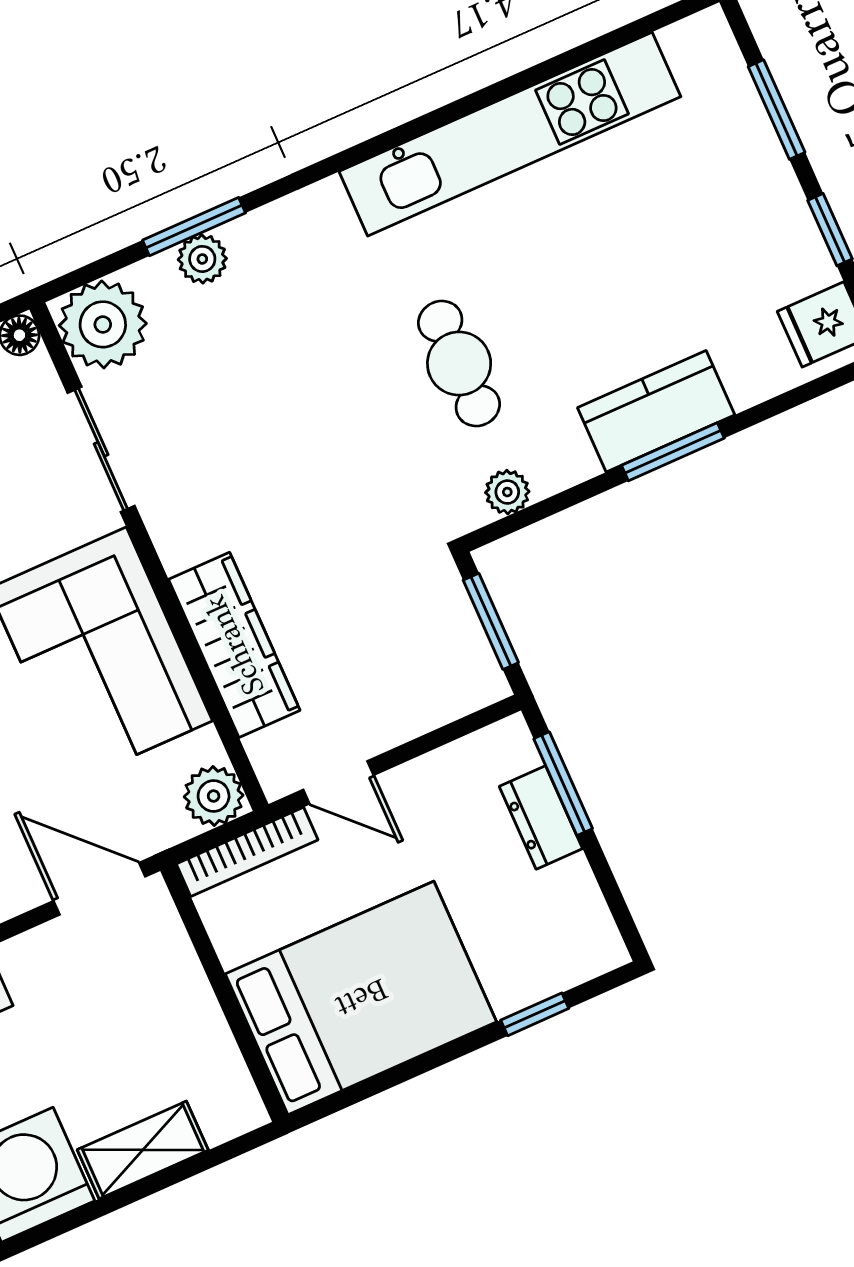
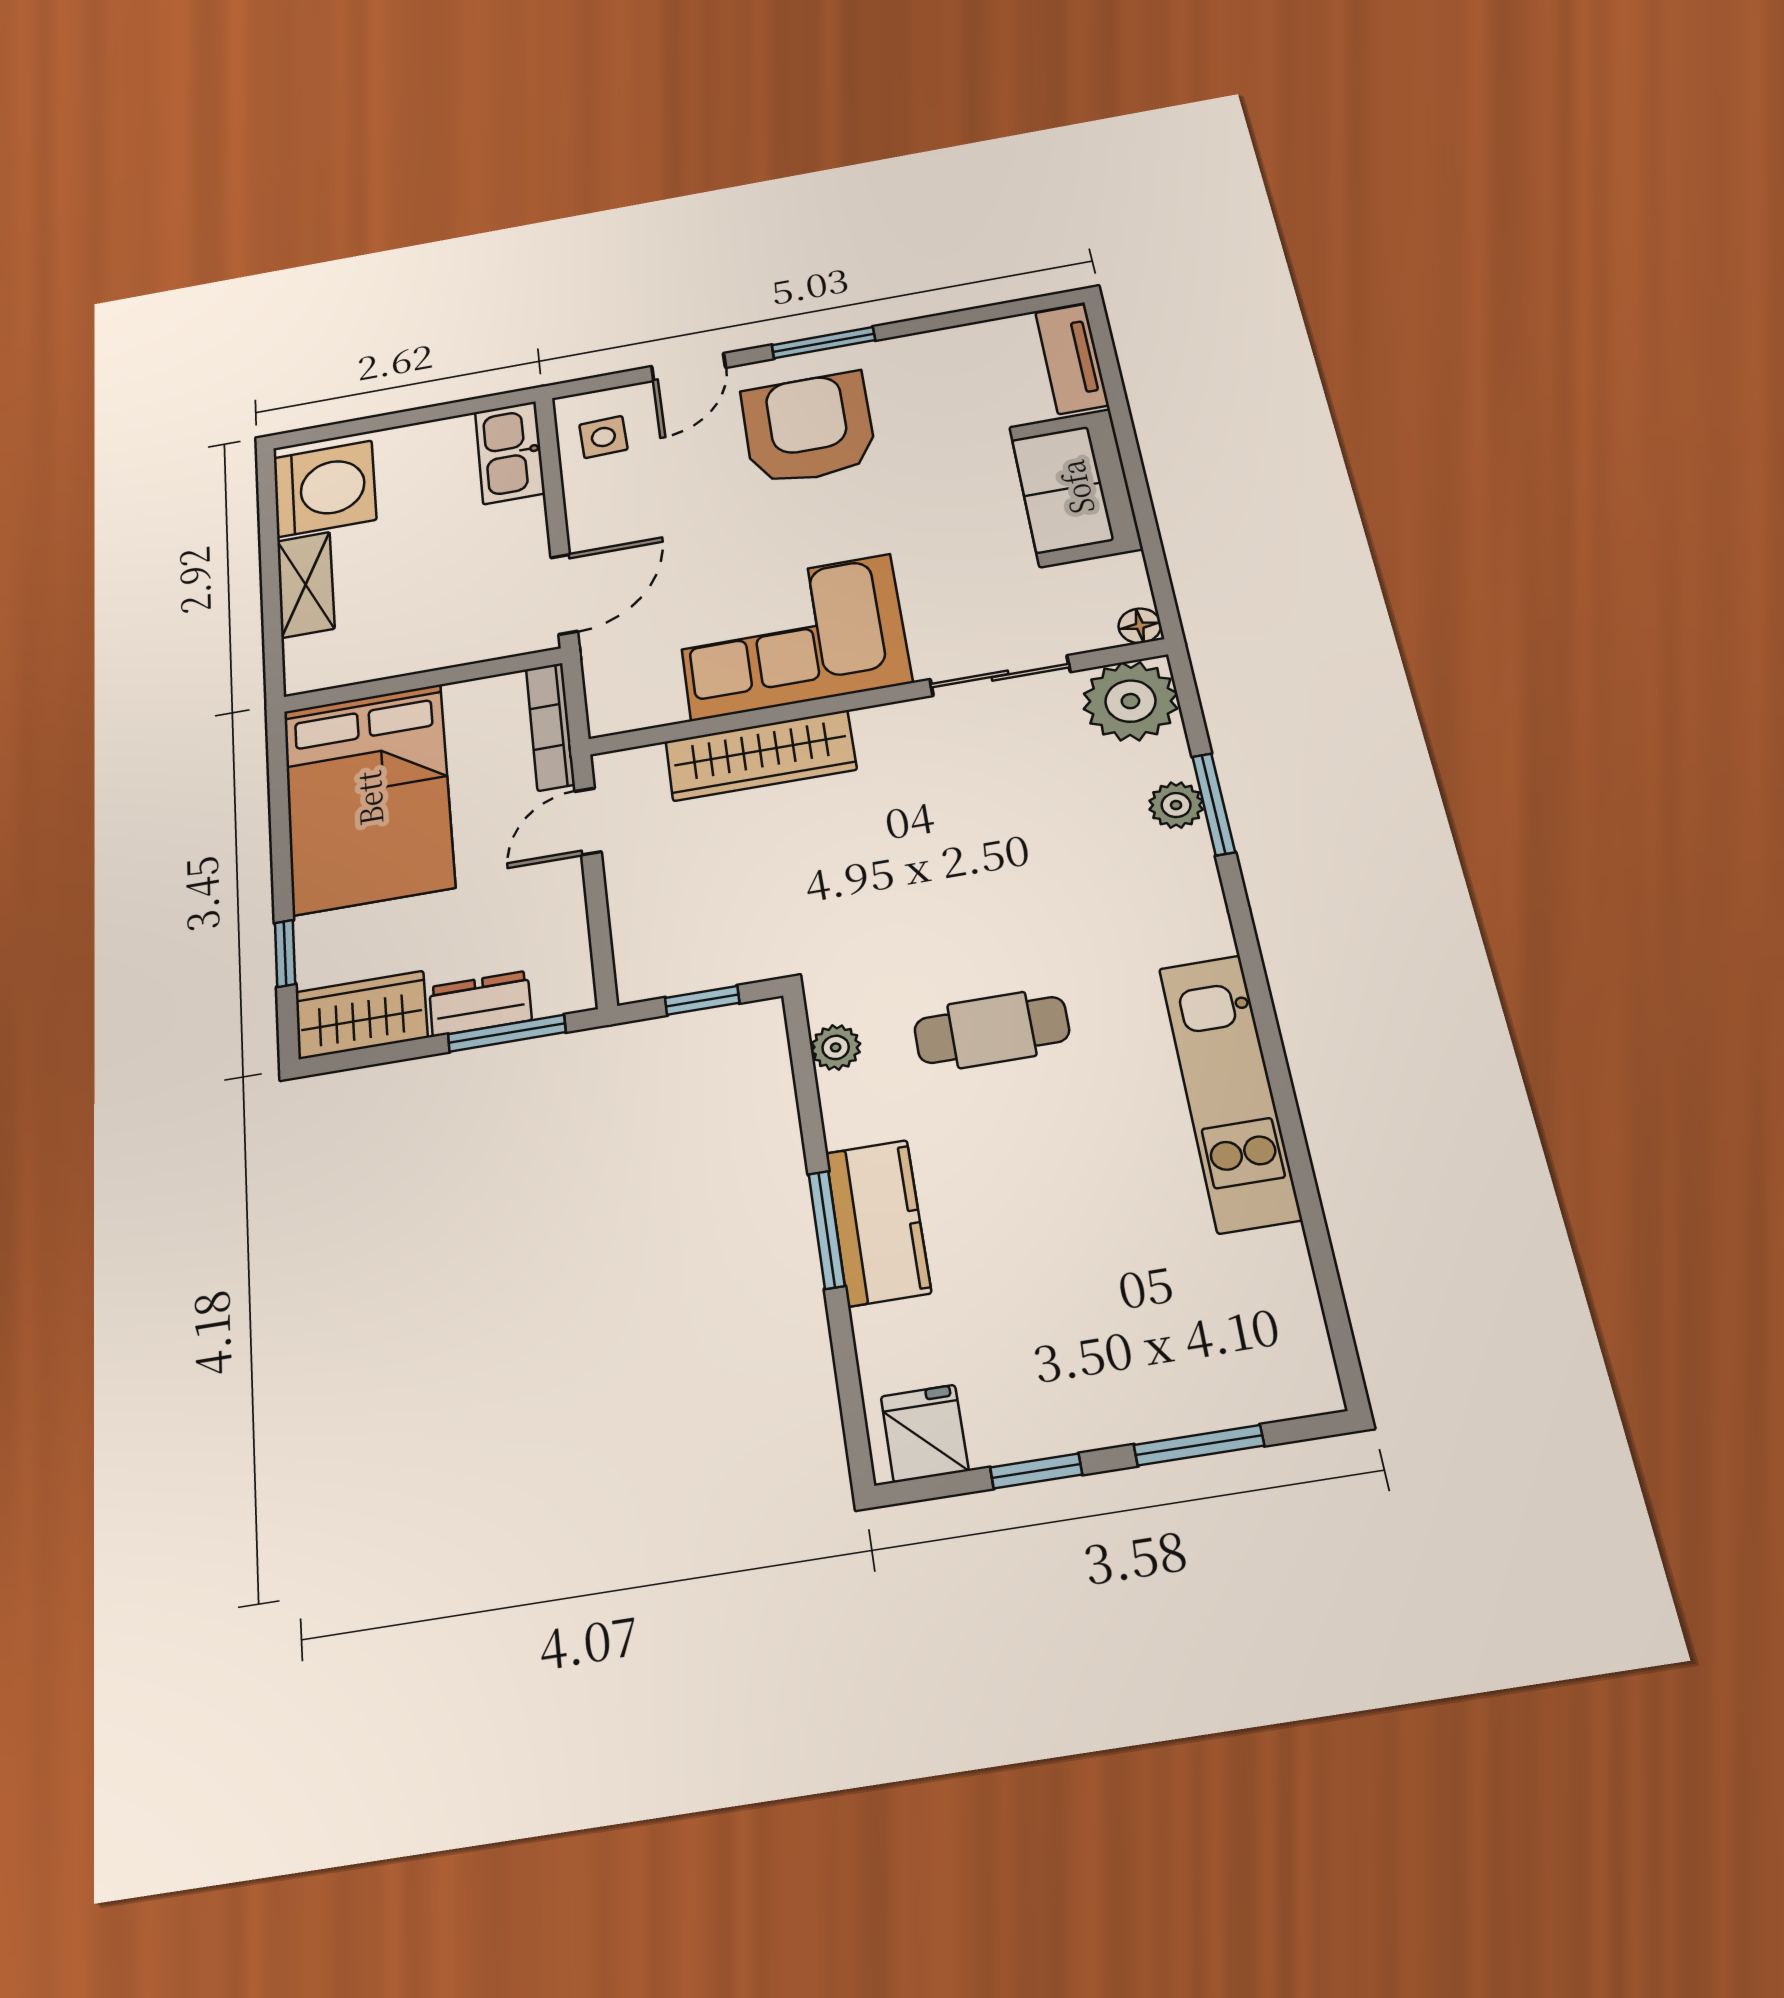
kitchen unit: (510, 134) -> (1229, 1091), width x0.73
window: (491, 621) -> (702, 1000), width x0.67
plant: (214, 796) -> (616, 708), removed
wardrobe: (577, 921) -> (361, 1015), added

